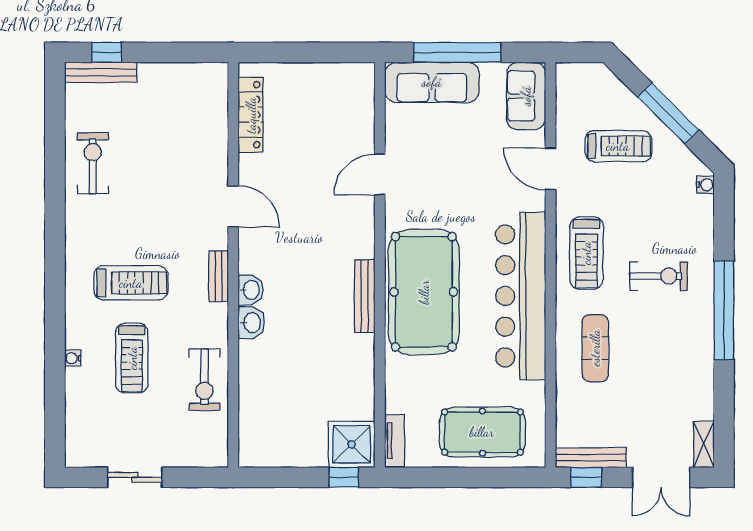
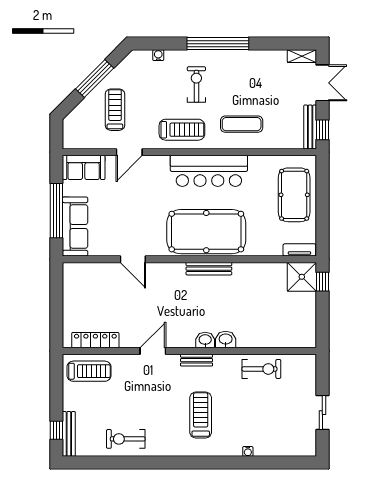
water cooler: (705, 185) -> (158, 55), moved
bar counter: (521, 296) -> (209, 171), width x0.73
treadmill: (132, 358) -> (89, 371), moved

